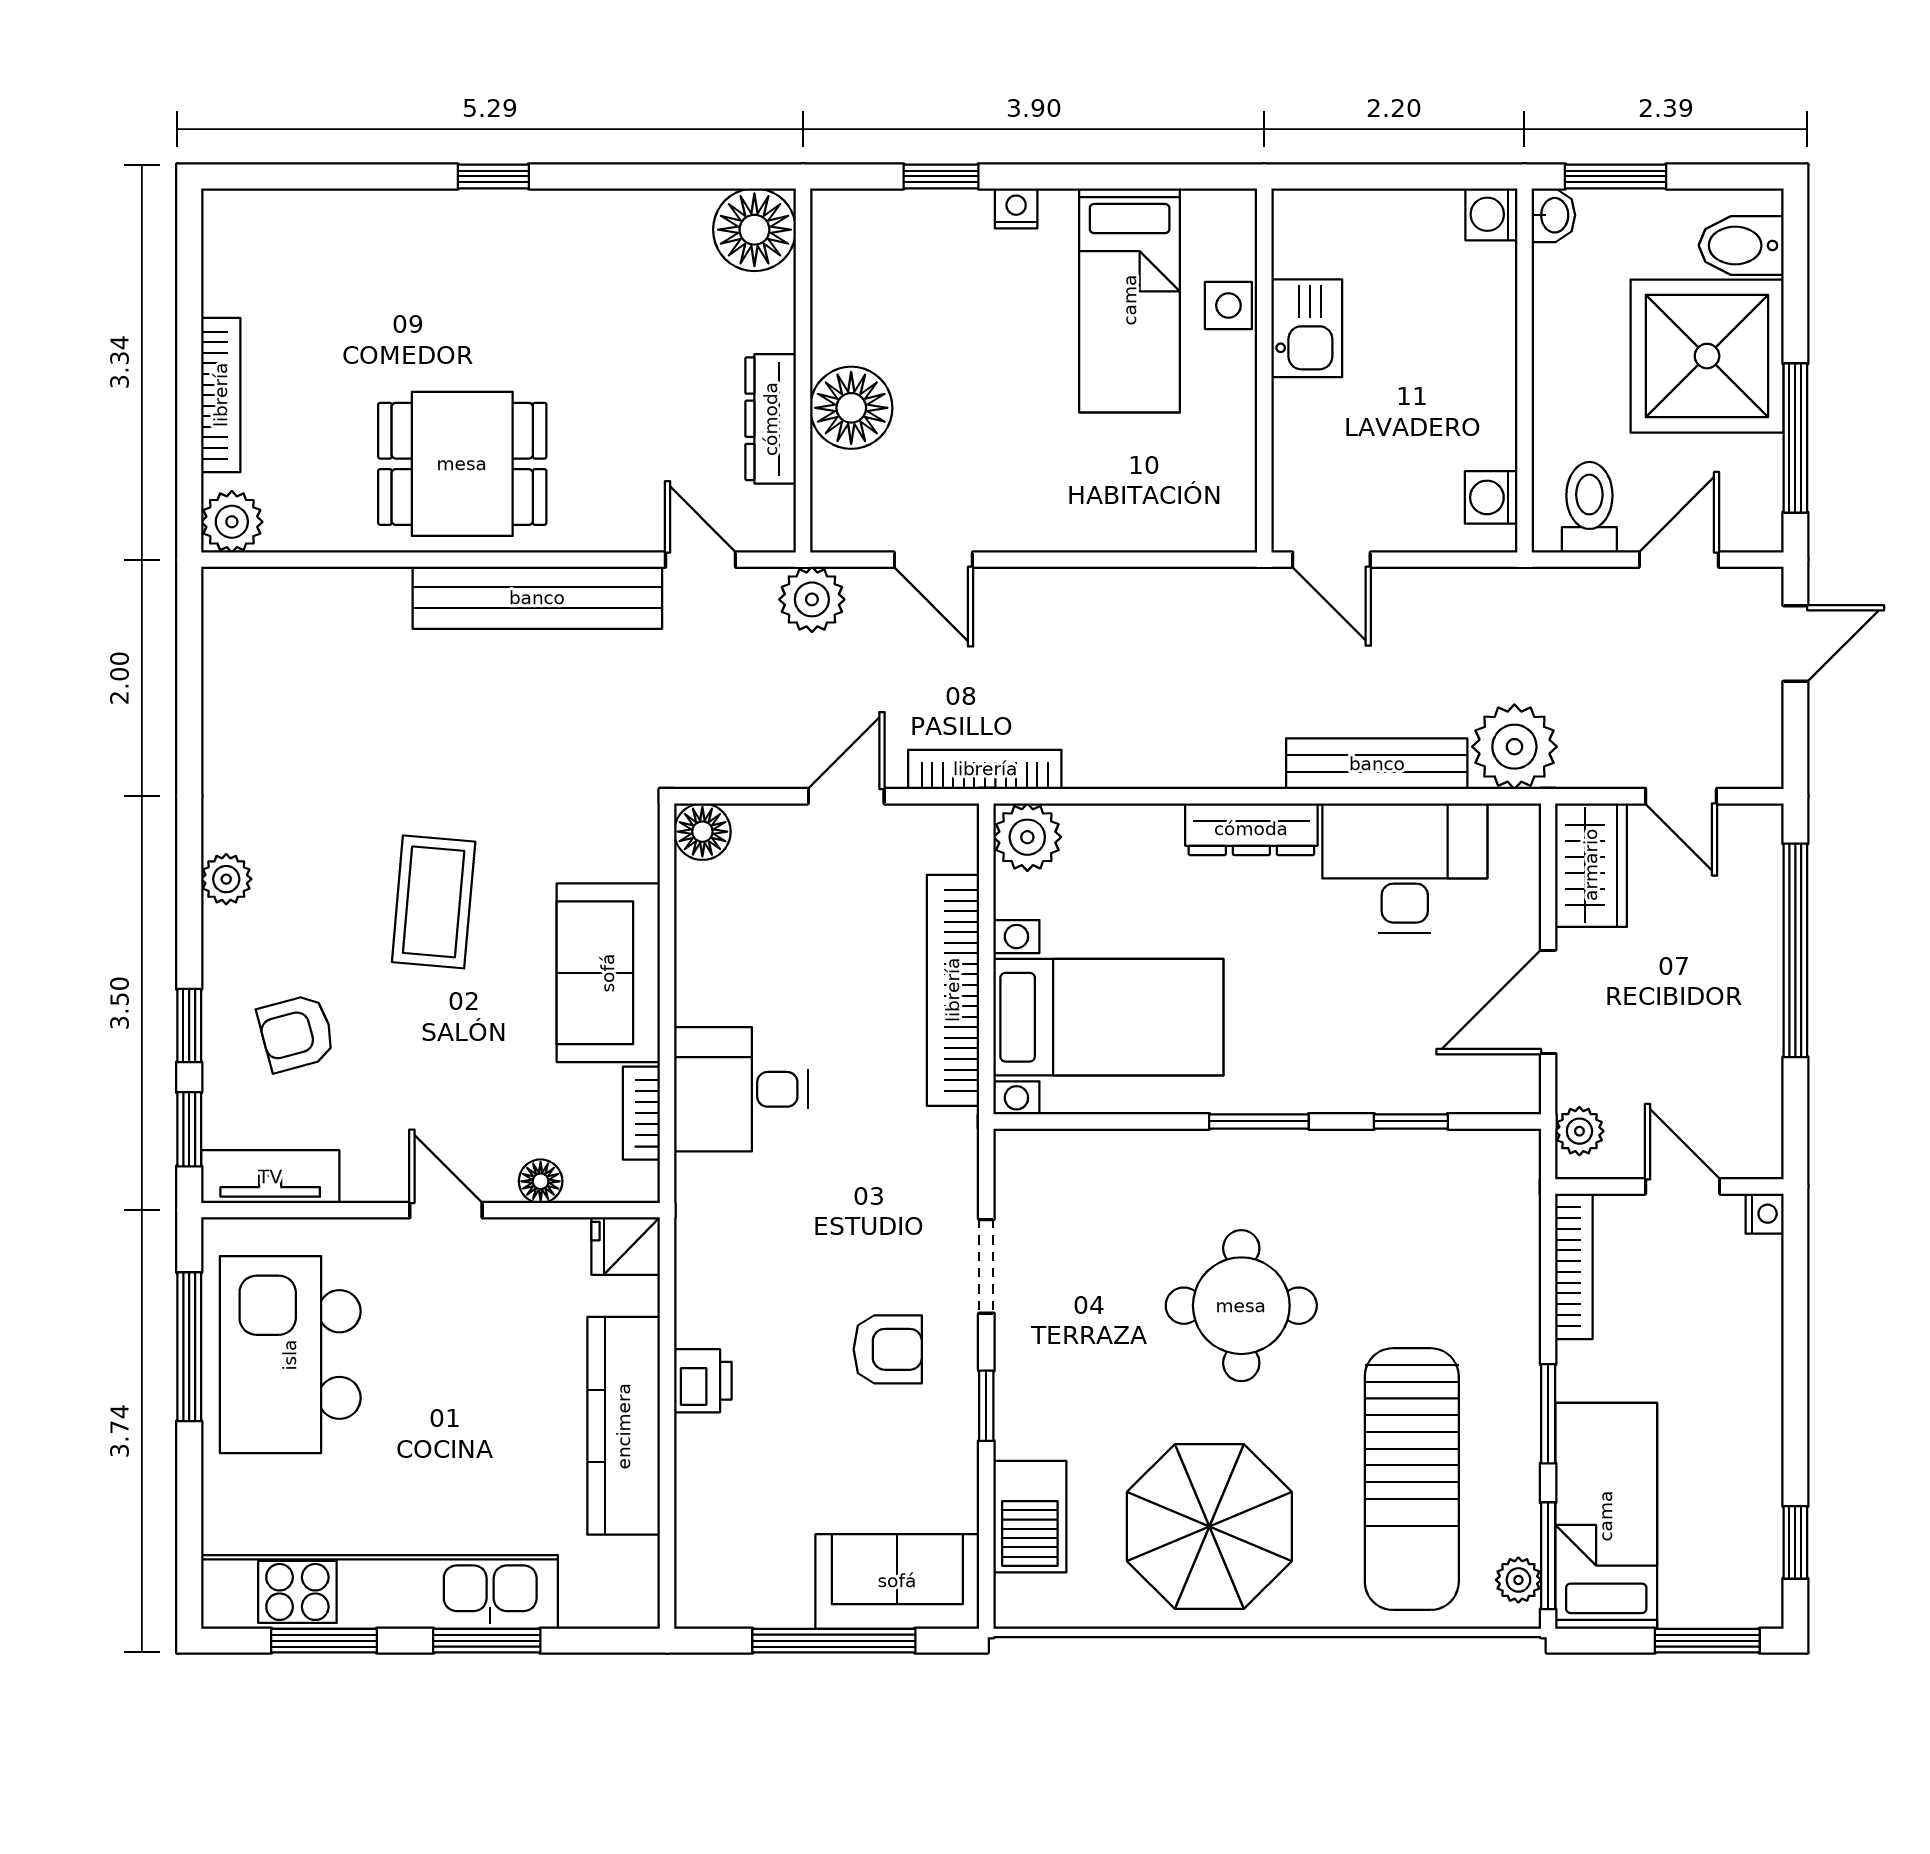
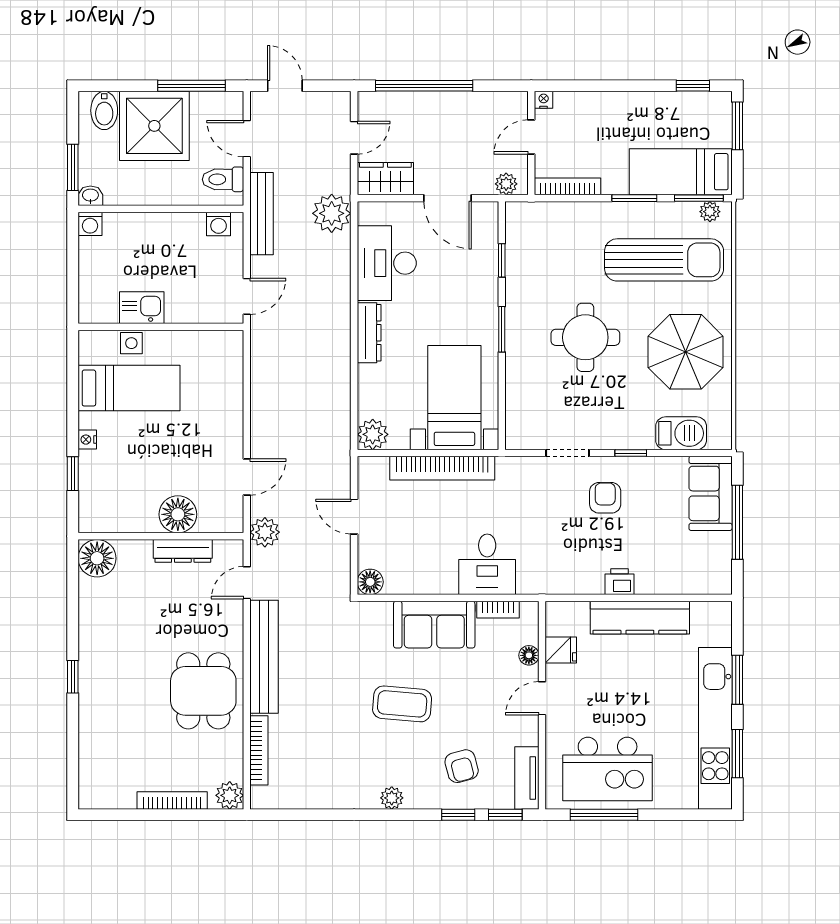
bench: (1377, 764) -> (262, 214), moved
bookcase: (985, 769) -> (259, 750), moved, turned 180
fridge: (626, 1246) -> (561, 650), moved, turned -90

